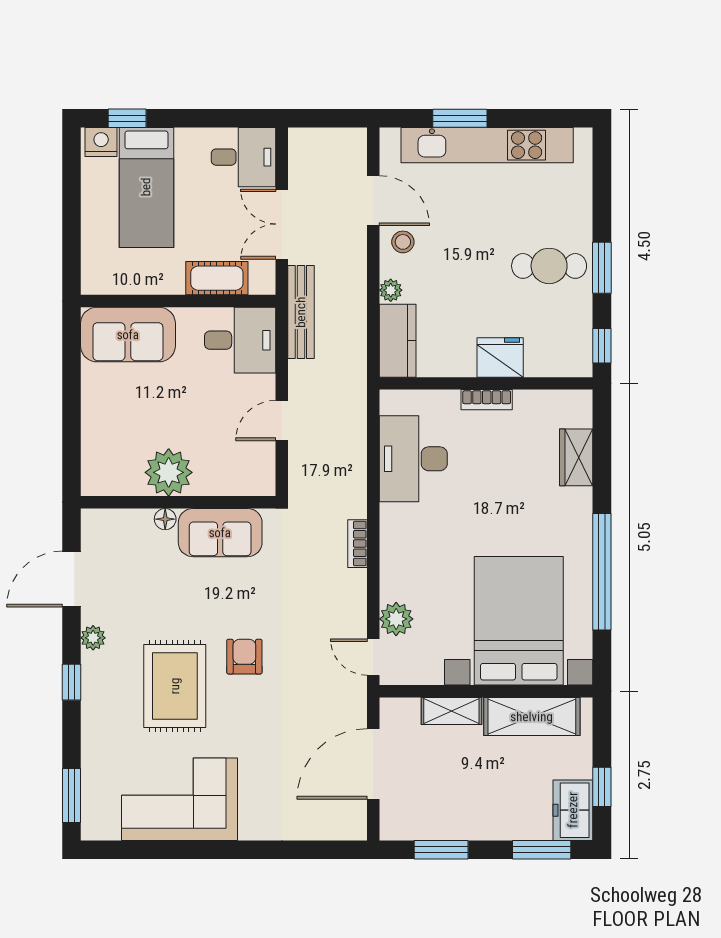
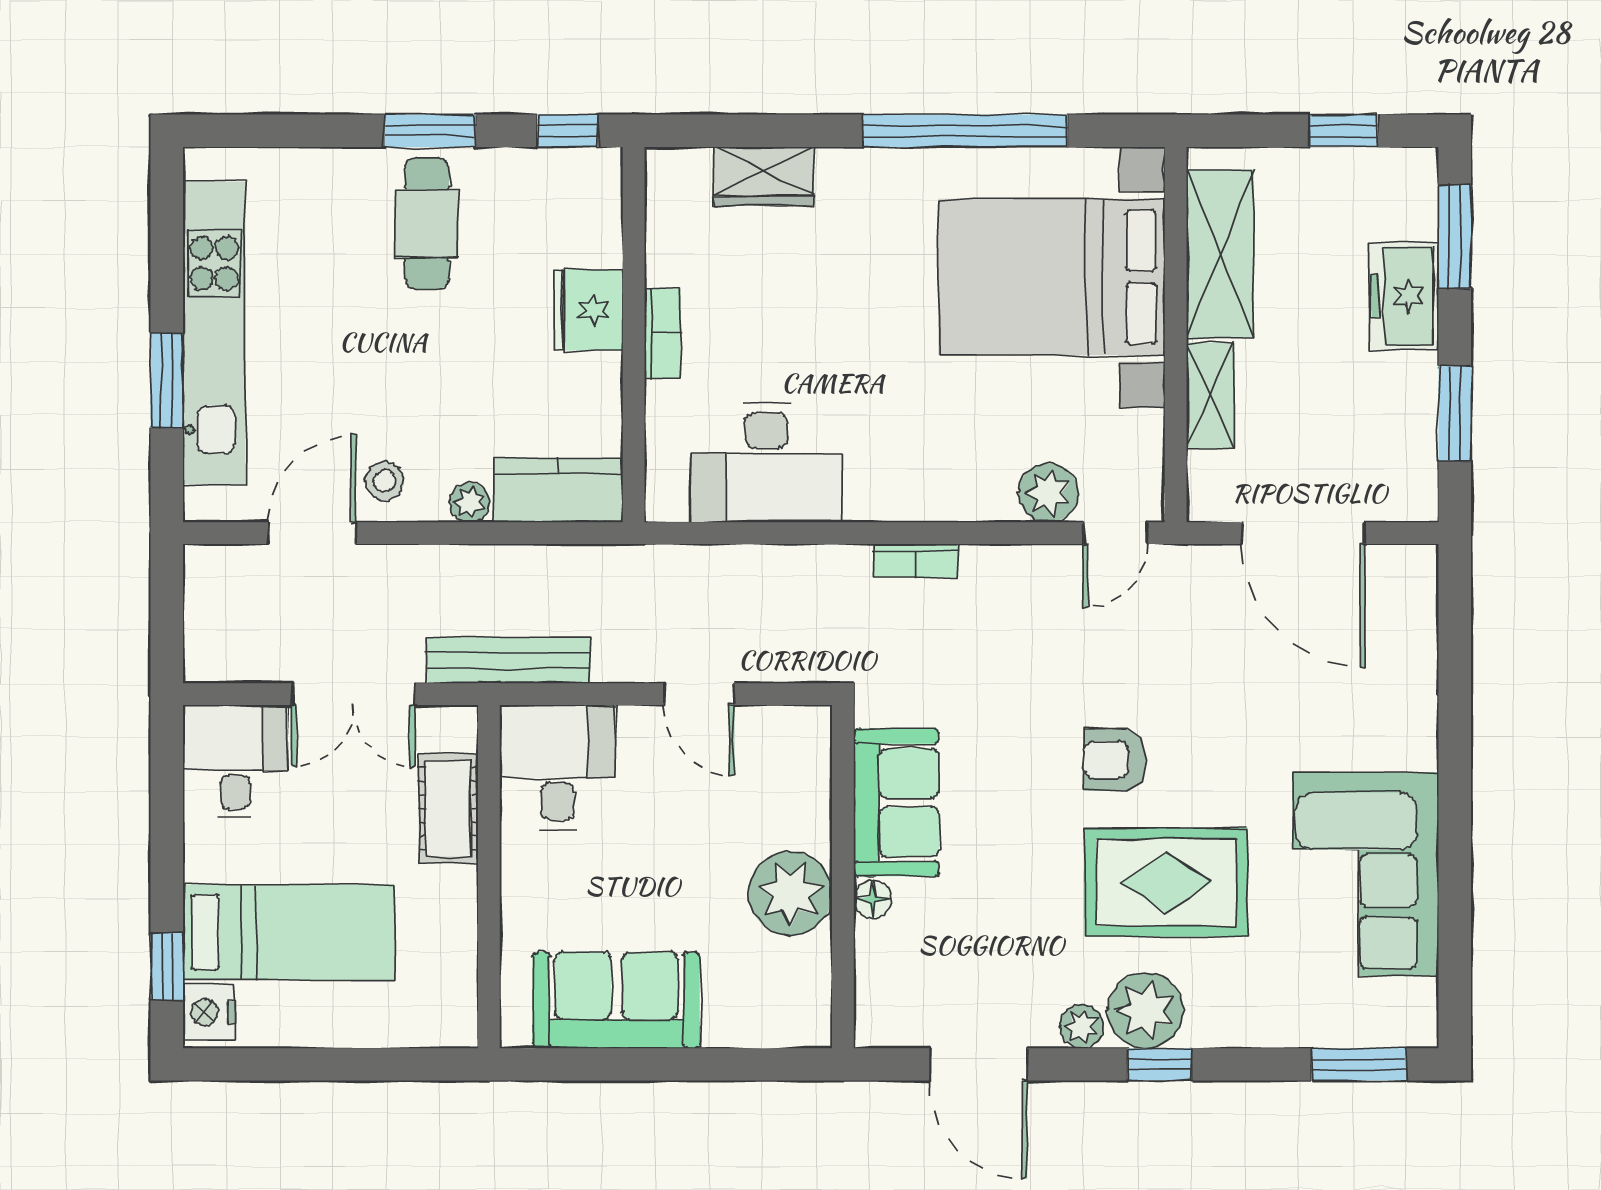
sofa: (128, 335) -> (616, 1000), moved, turned -90
plant: (102, 674) -> (1145, 1010), added
freezer: (573, 810) -> (1404, 296), moved, turned 90

